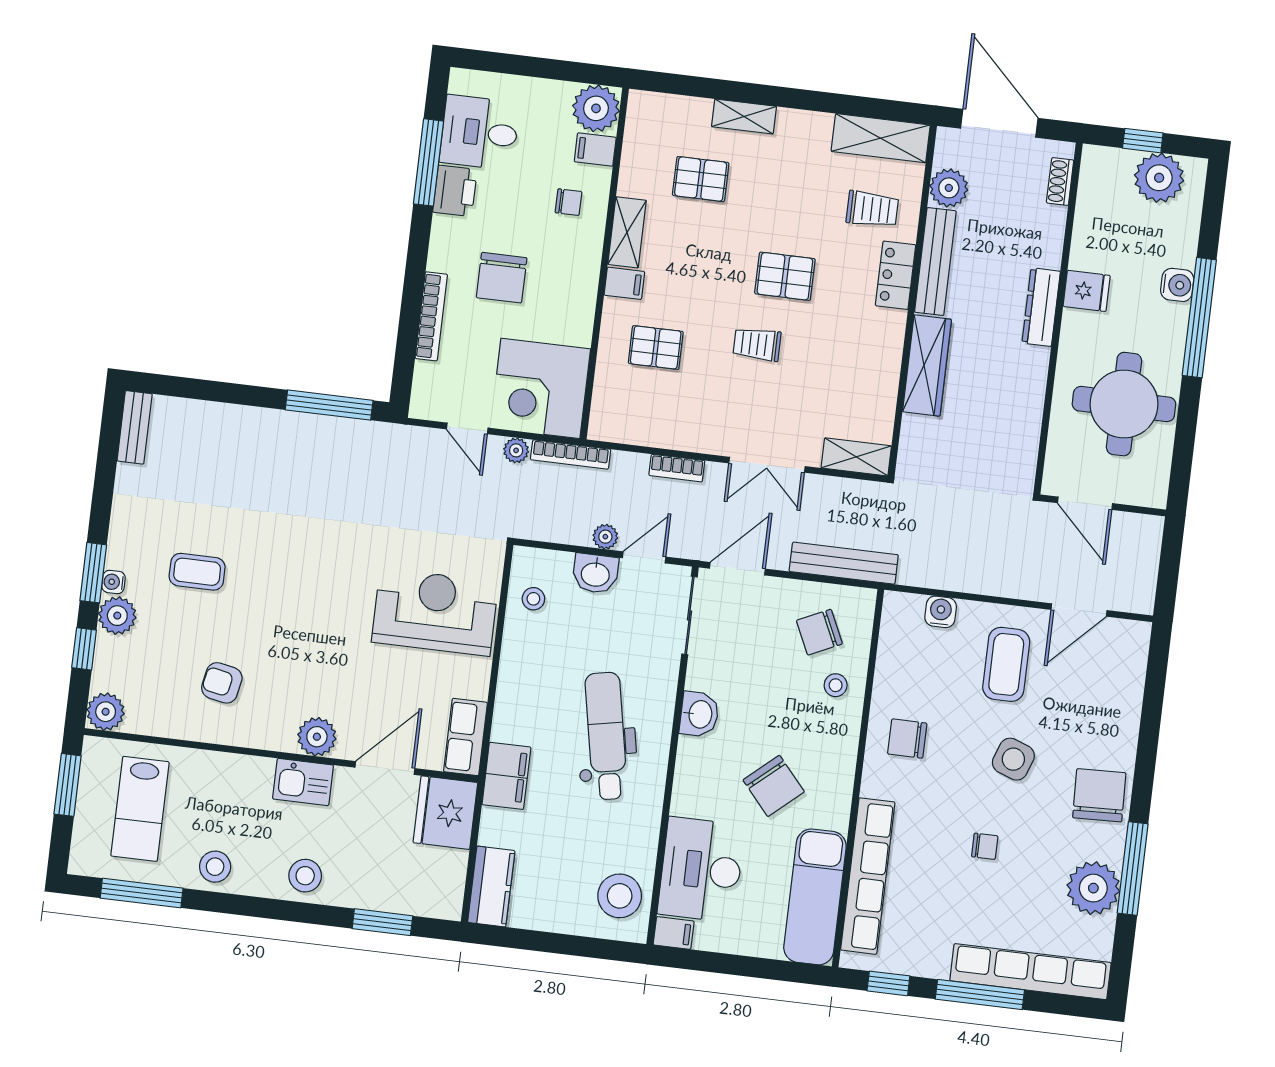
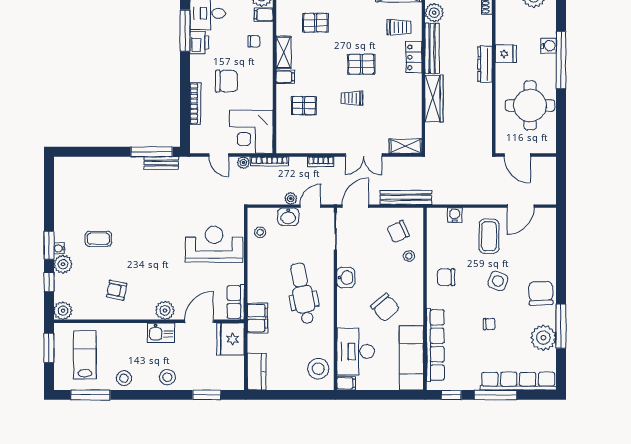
chair: (502, 278) -> (226, 81), turned -90
bench: (135, 427) -> (161, 163), moved, turned 90
lab bench: (140, 809) -> (85, 355), turned 180

